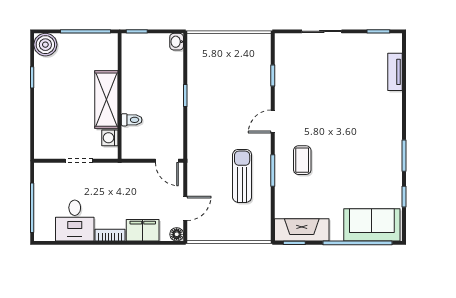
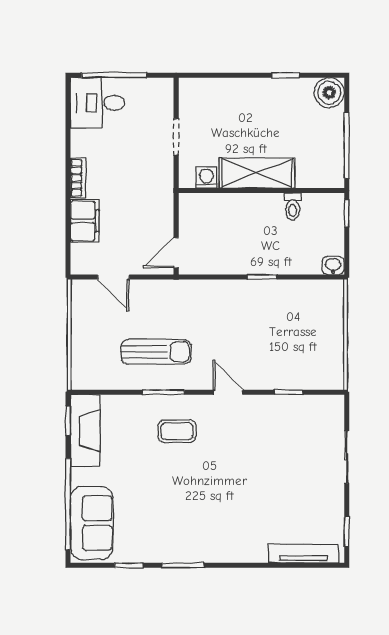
tv unit: (395, 72) -> (304, 553), width x1.41
toilet: (132, 120) -> (293, 206), moved
desk: (75, 220) -> (98, 103), moved
floor lamp: (177, 234) -> (79, 266), removed

